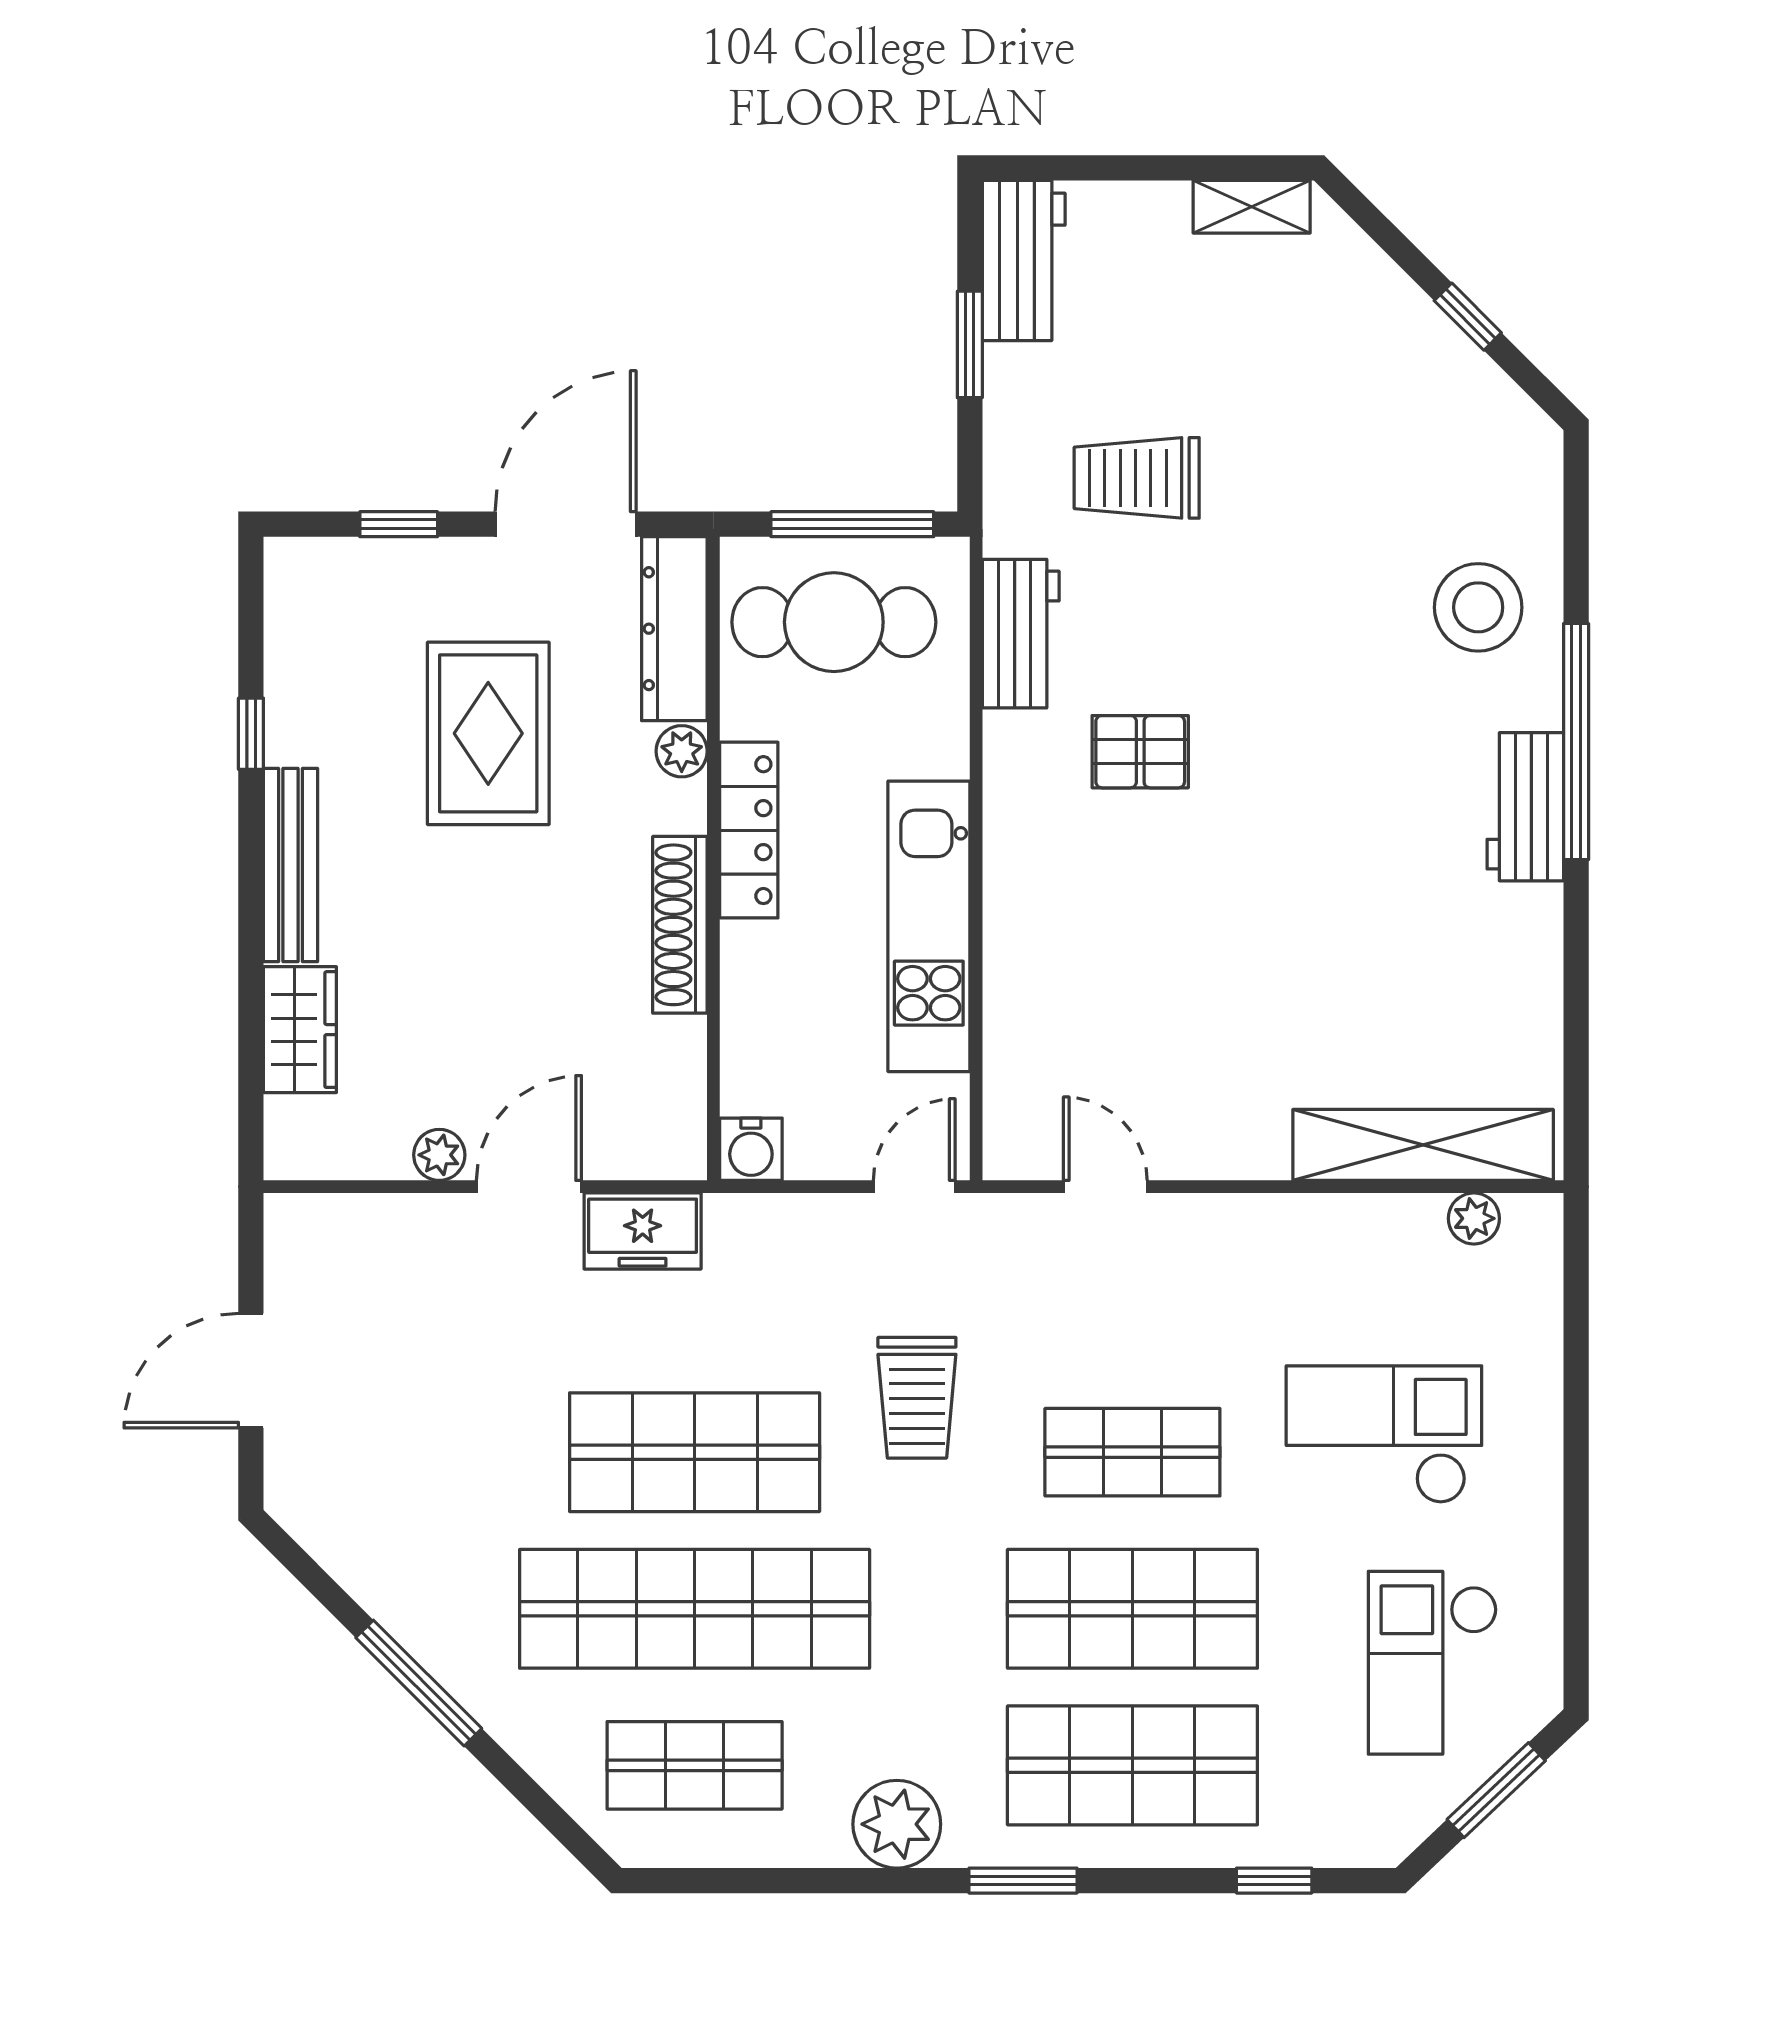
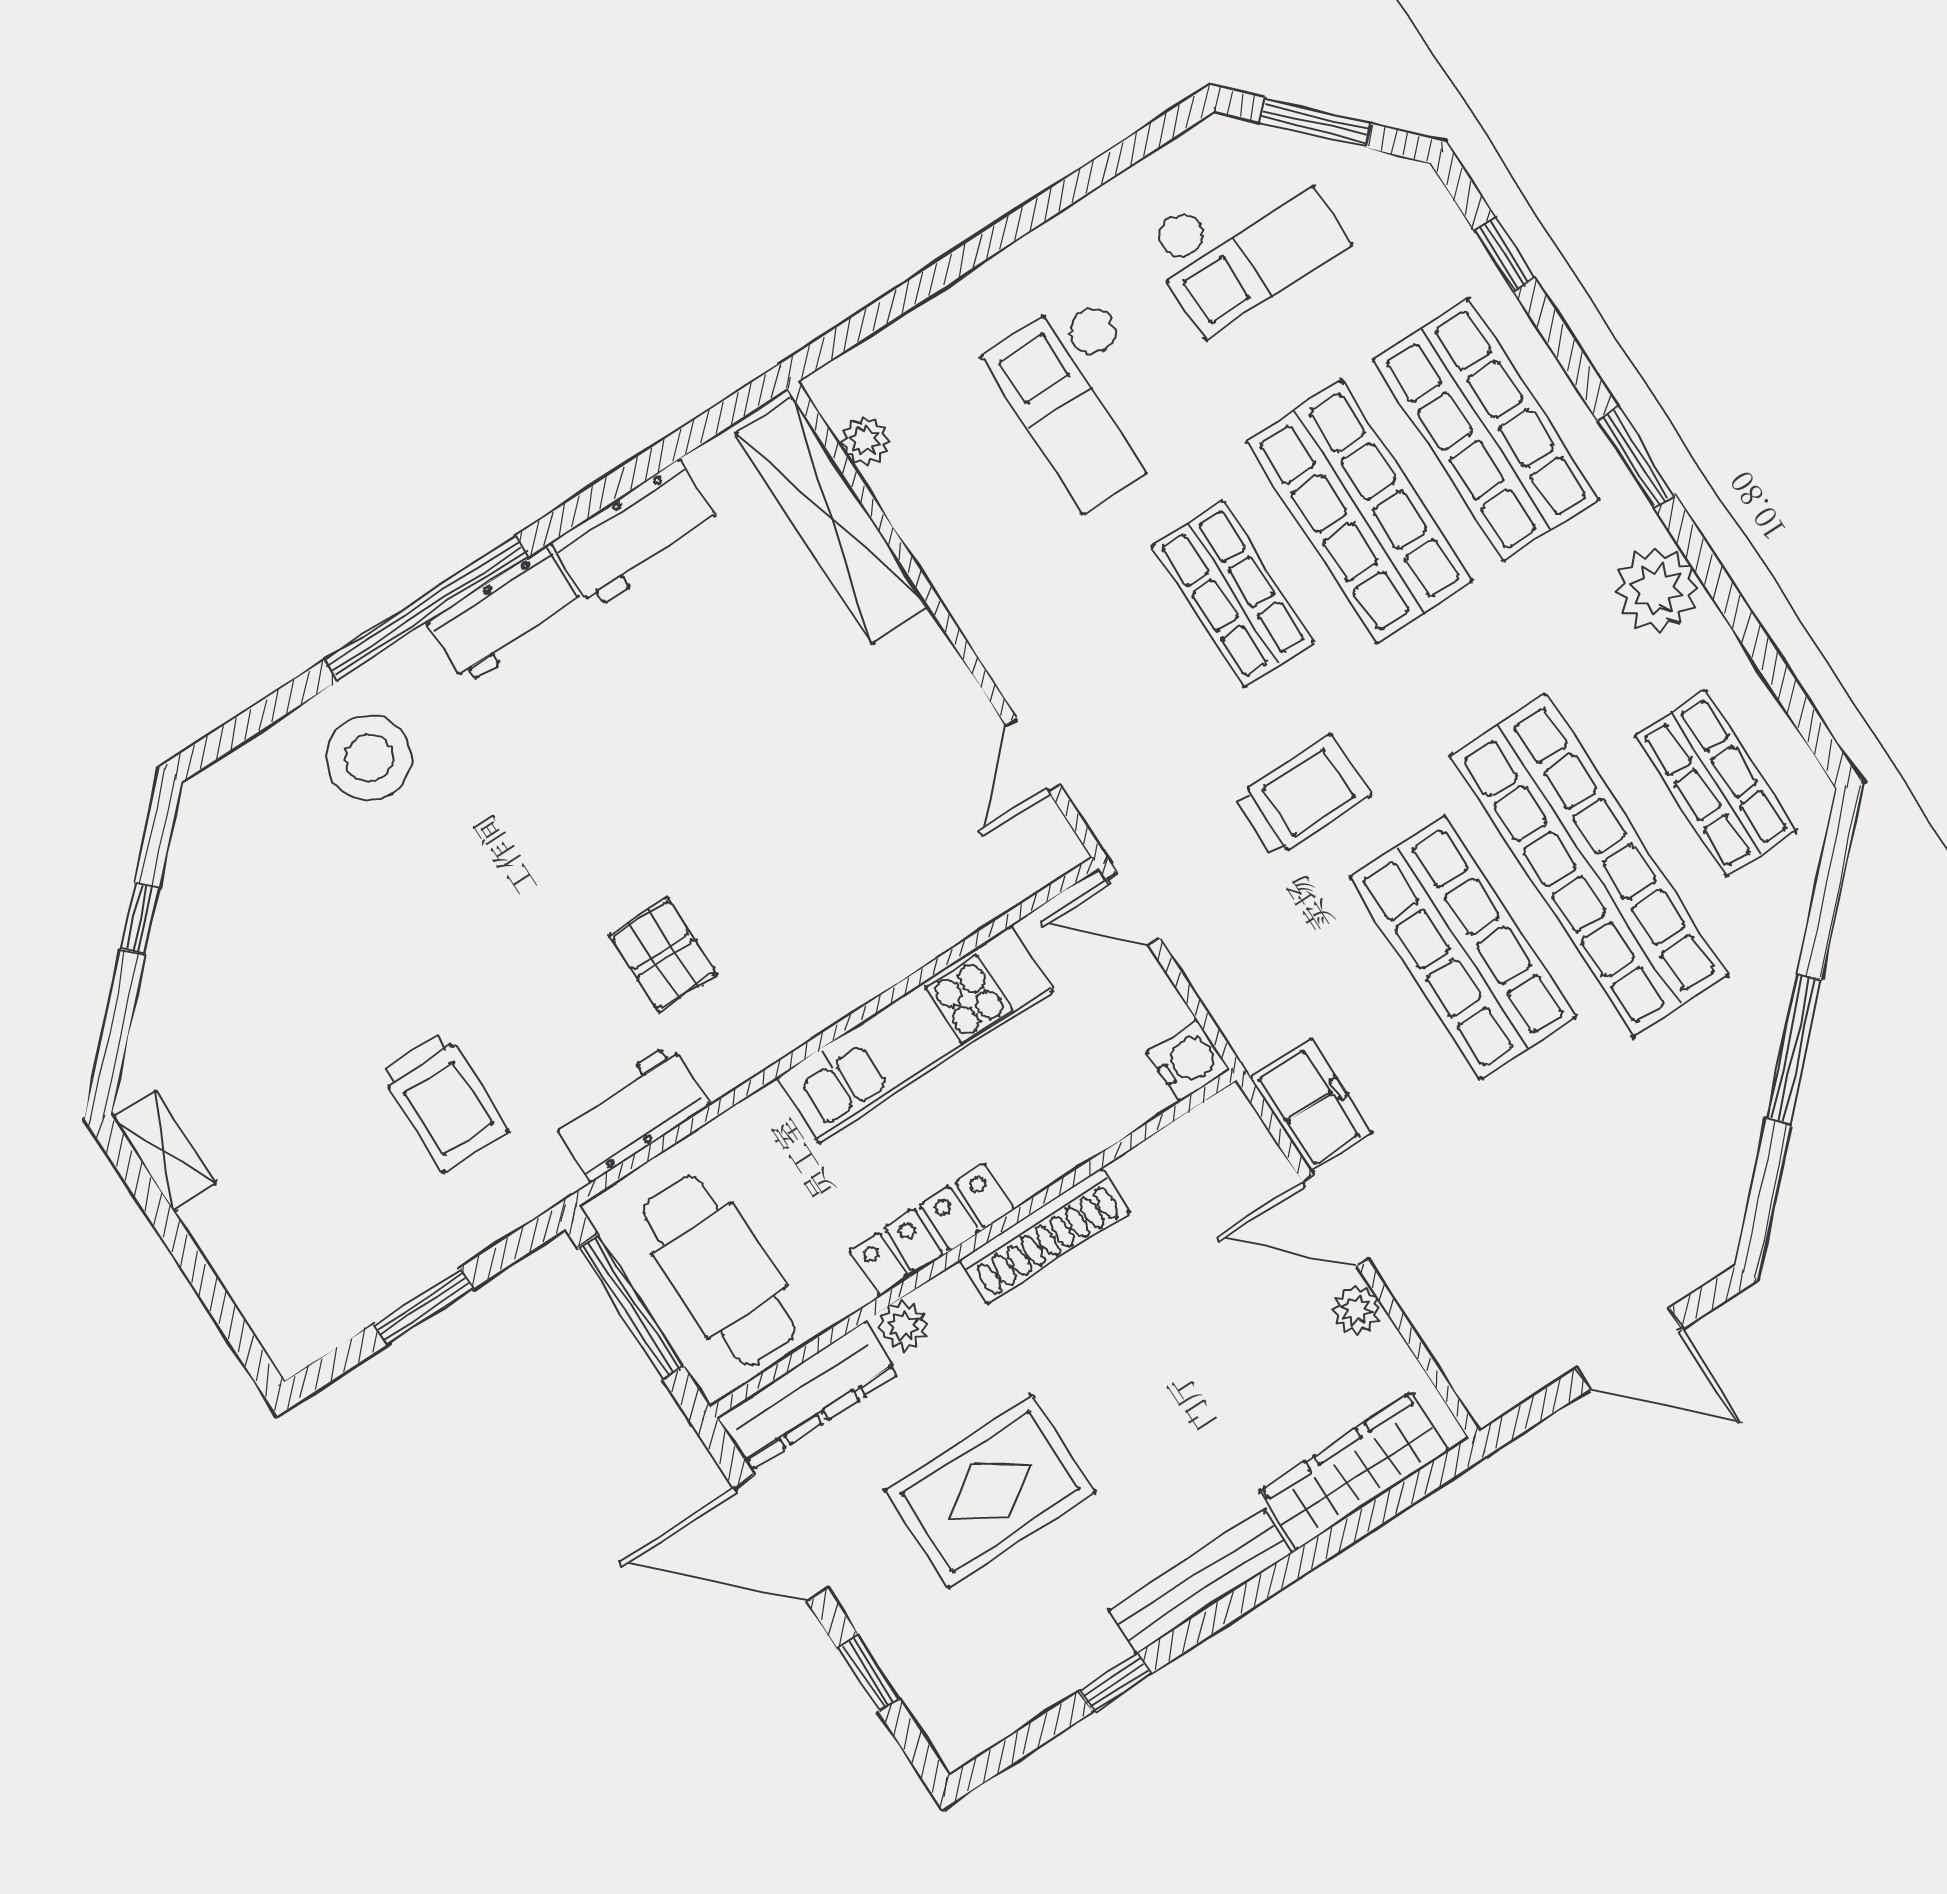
workbench: (1024, 260) -> (636, 534), moved, turned 180
wardrobe: (300, 1030) -> (1354, 1471), width x1.50

